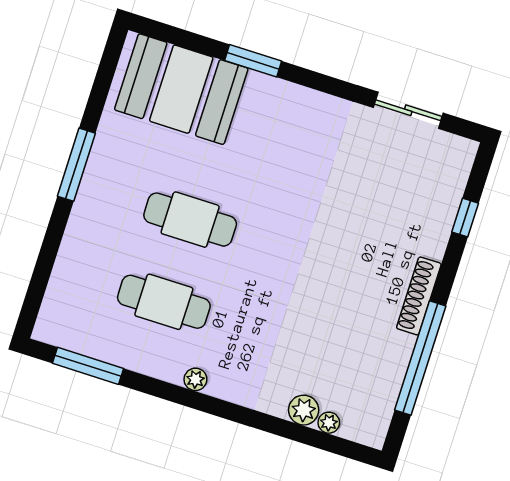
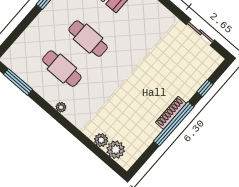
window: (420, 358) -> (174, 124), moved
plant: (329, 423) -> (116, 150), width x1.87, depth x1.87

